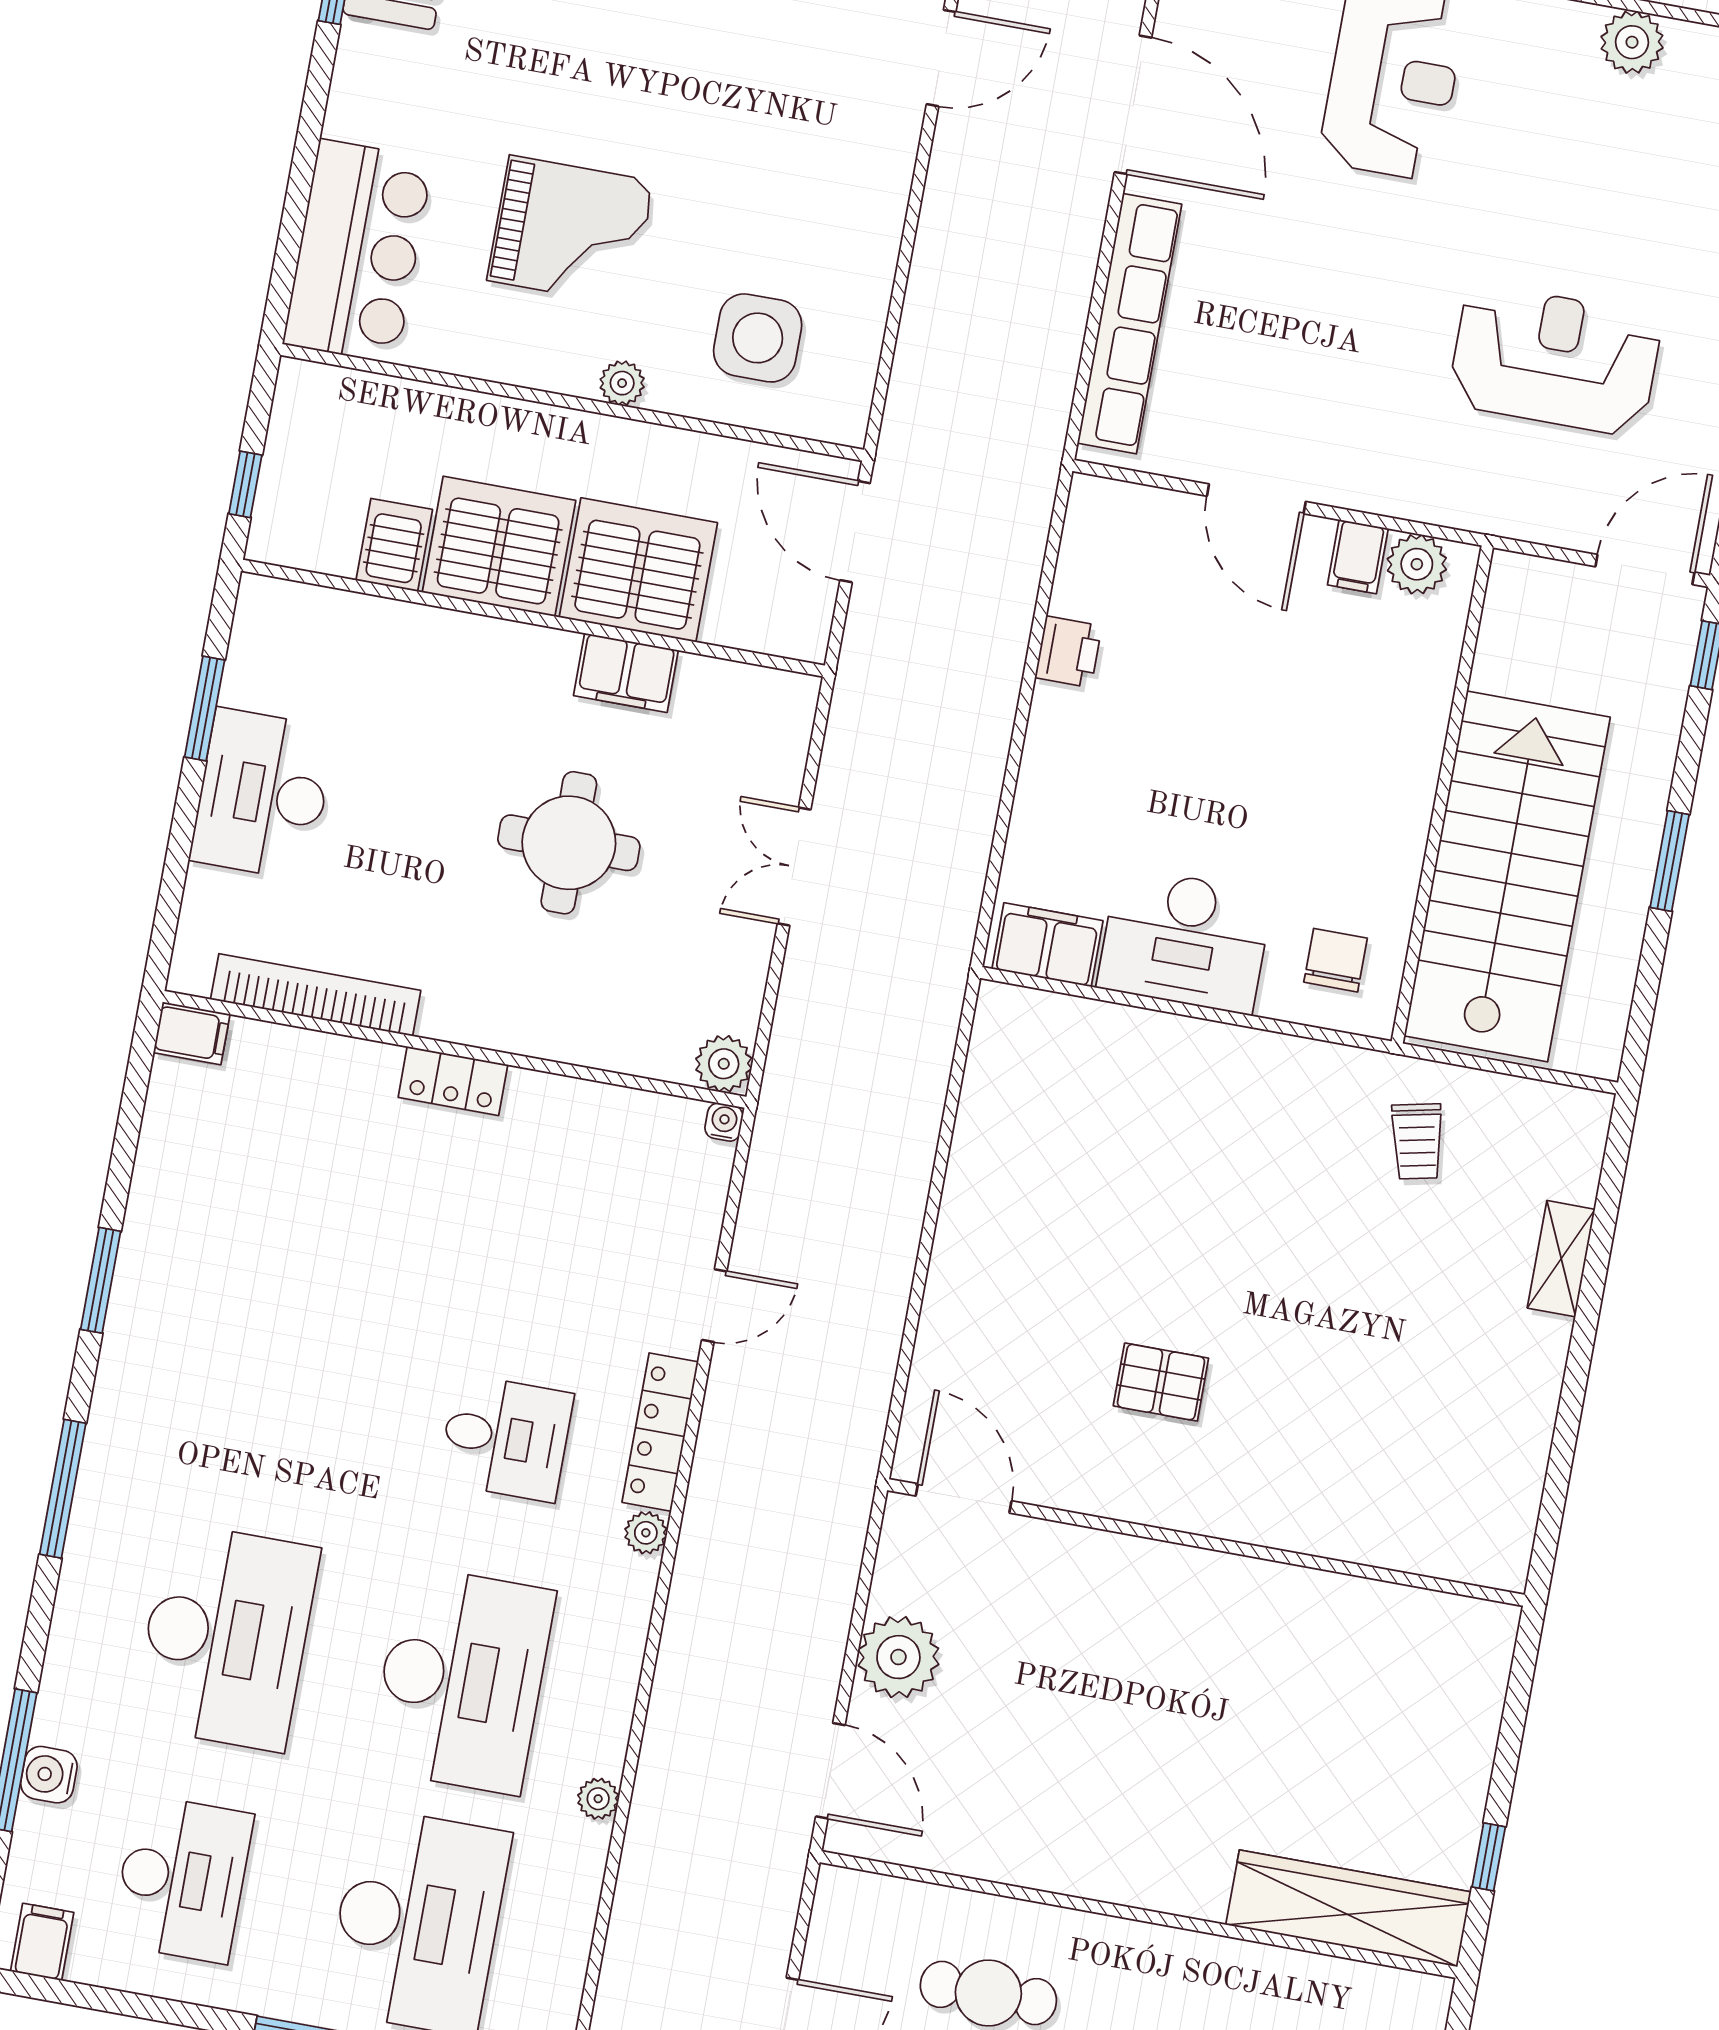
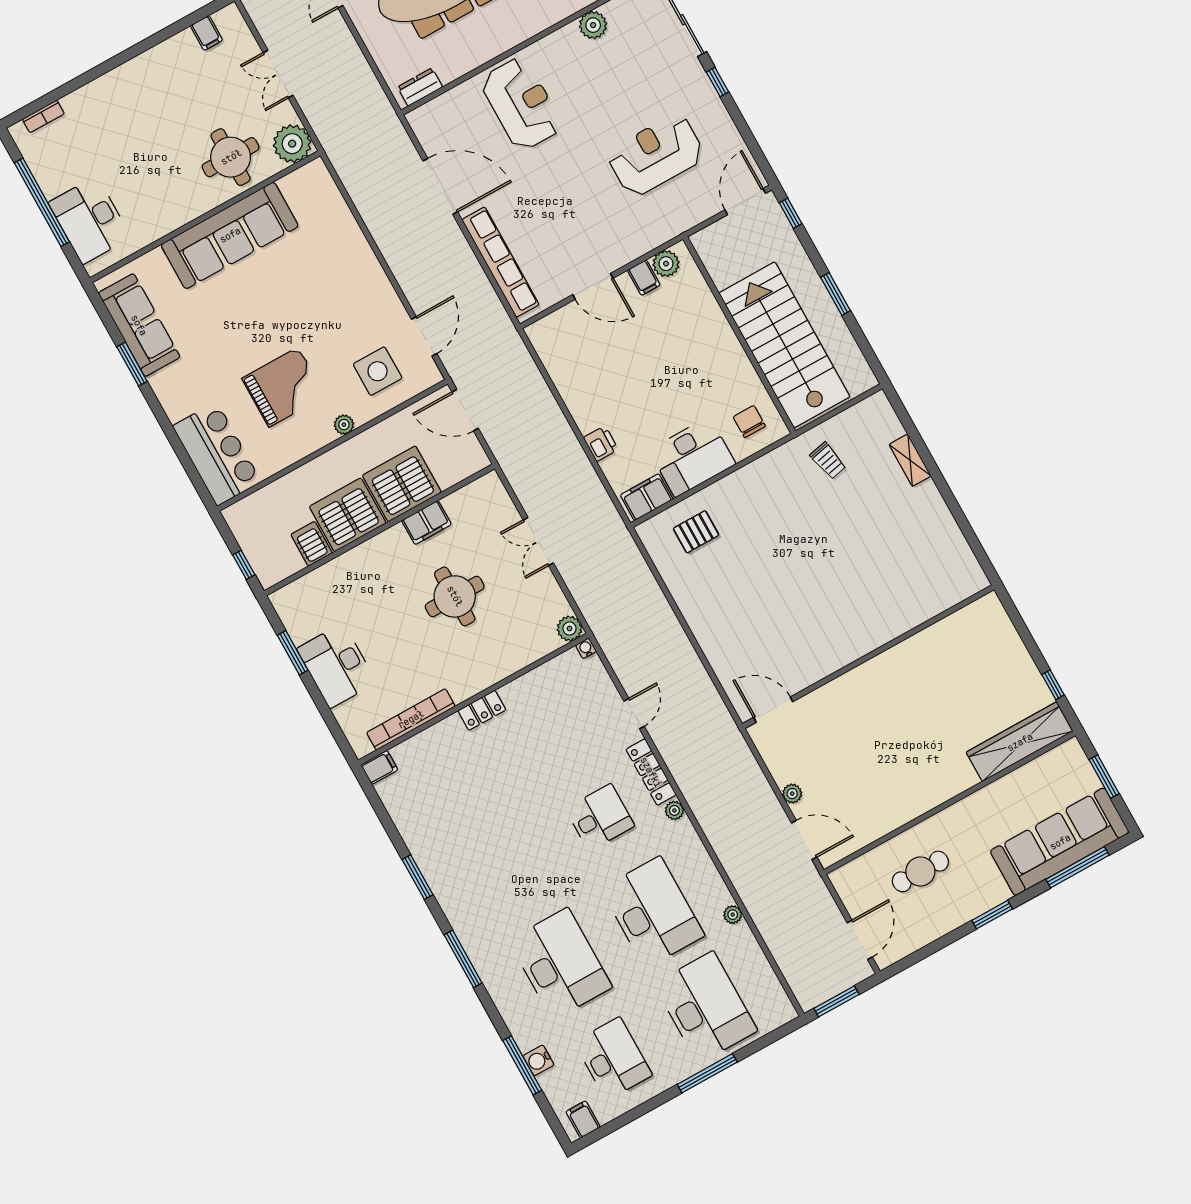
door: (941, 58) -> (424, 336), moved
printer: (1068, 652) -> (601, 444), moved
pallet: (1161, 1382) -> (696, 532), moved
plant: (898, 1657) -> (792, 794), width x0.53, depth x0.53

